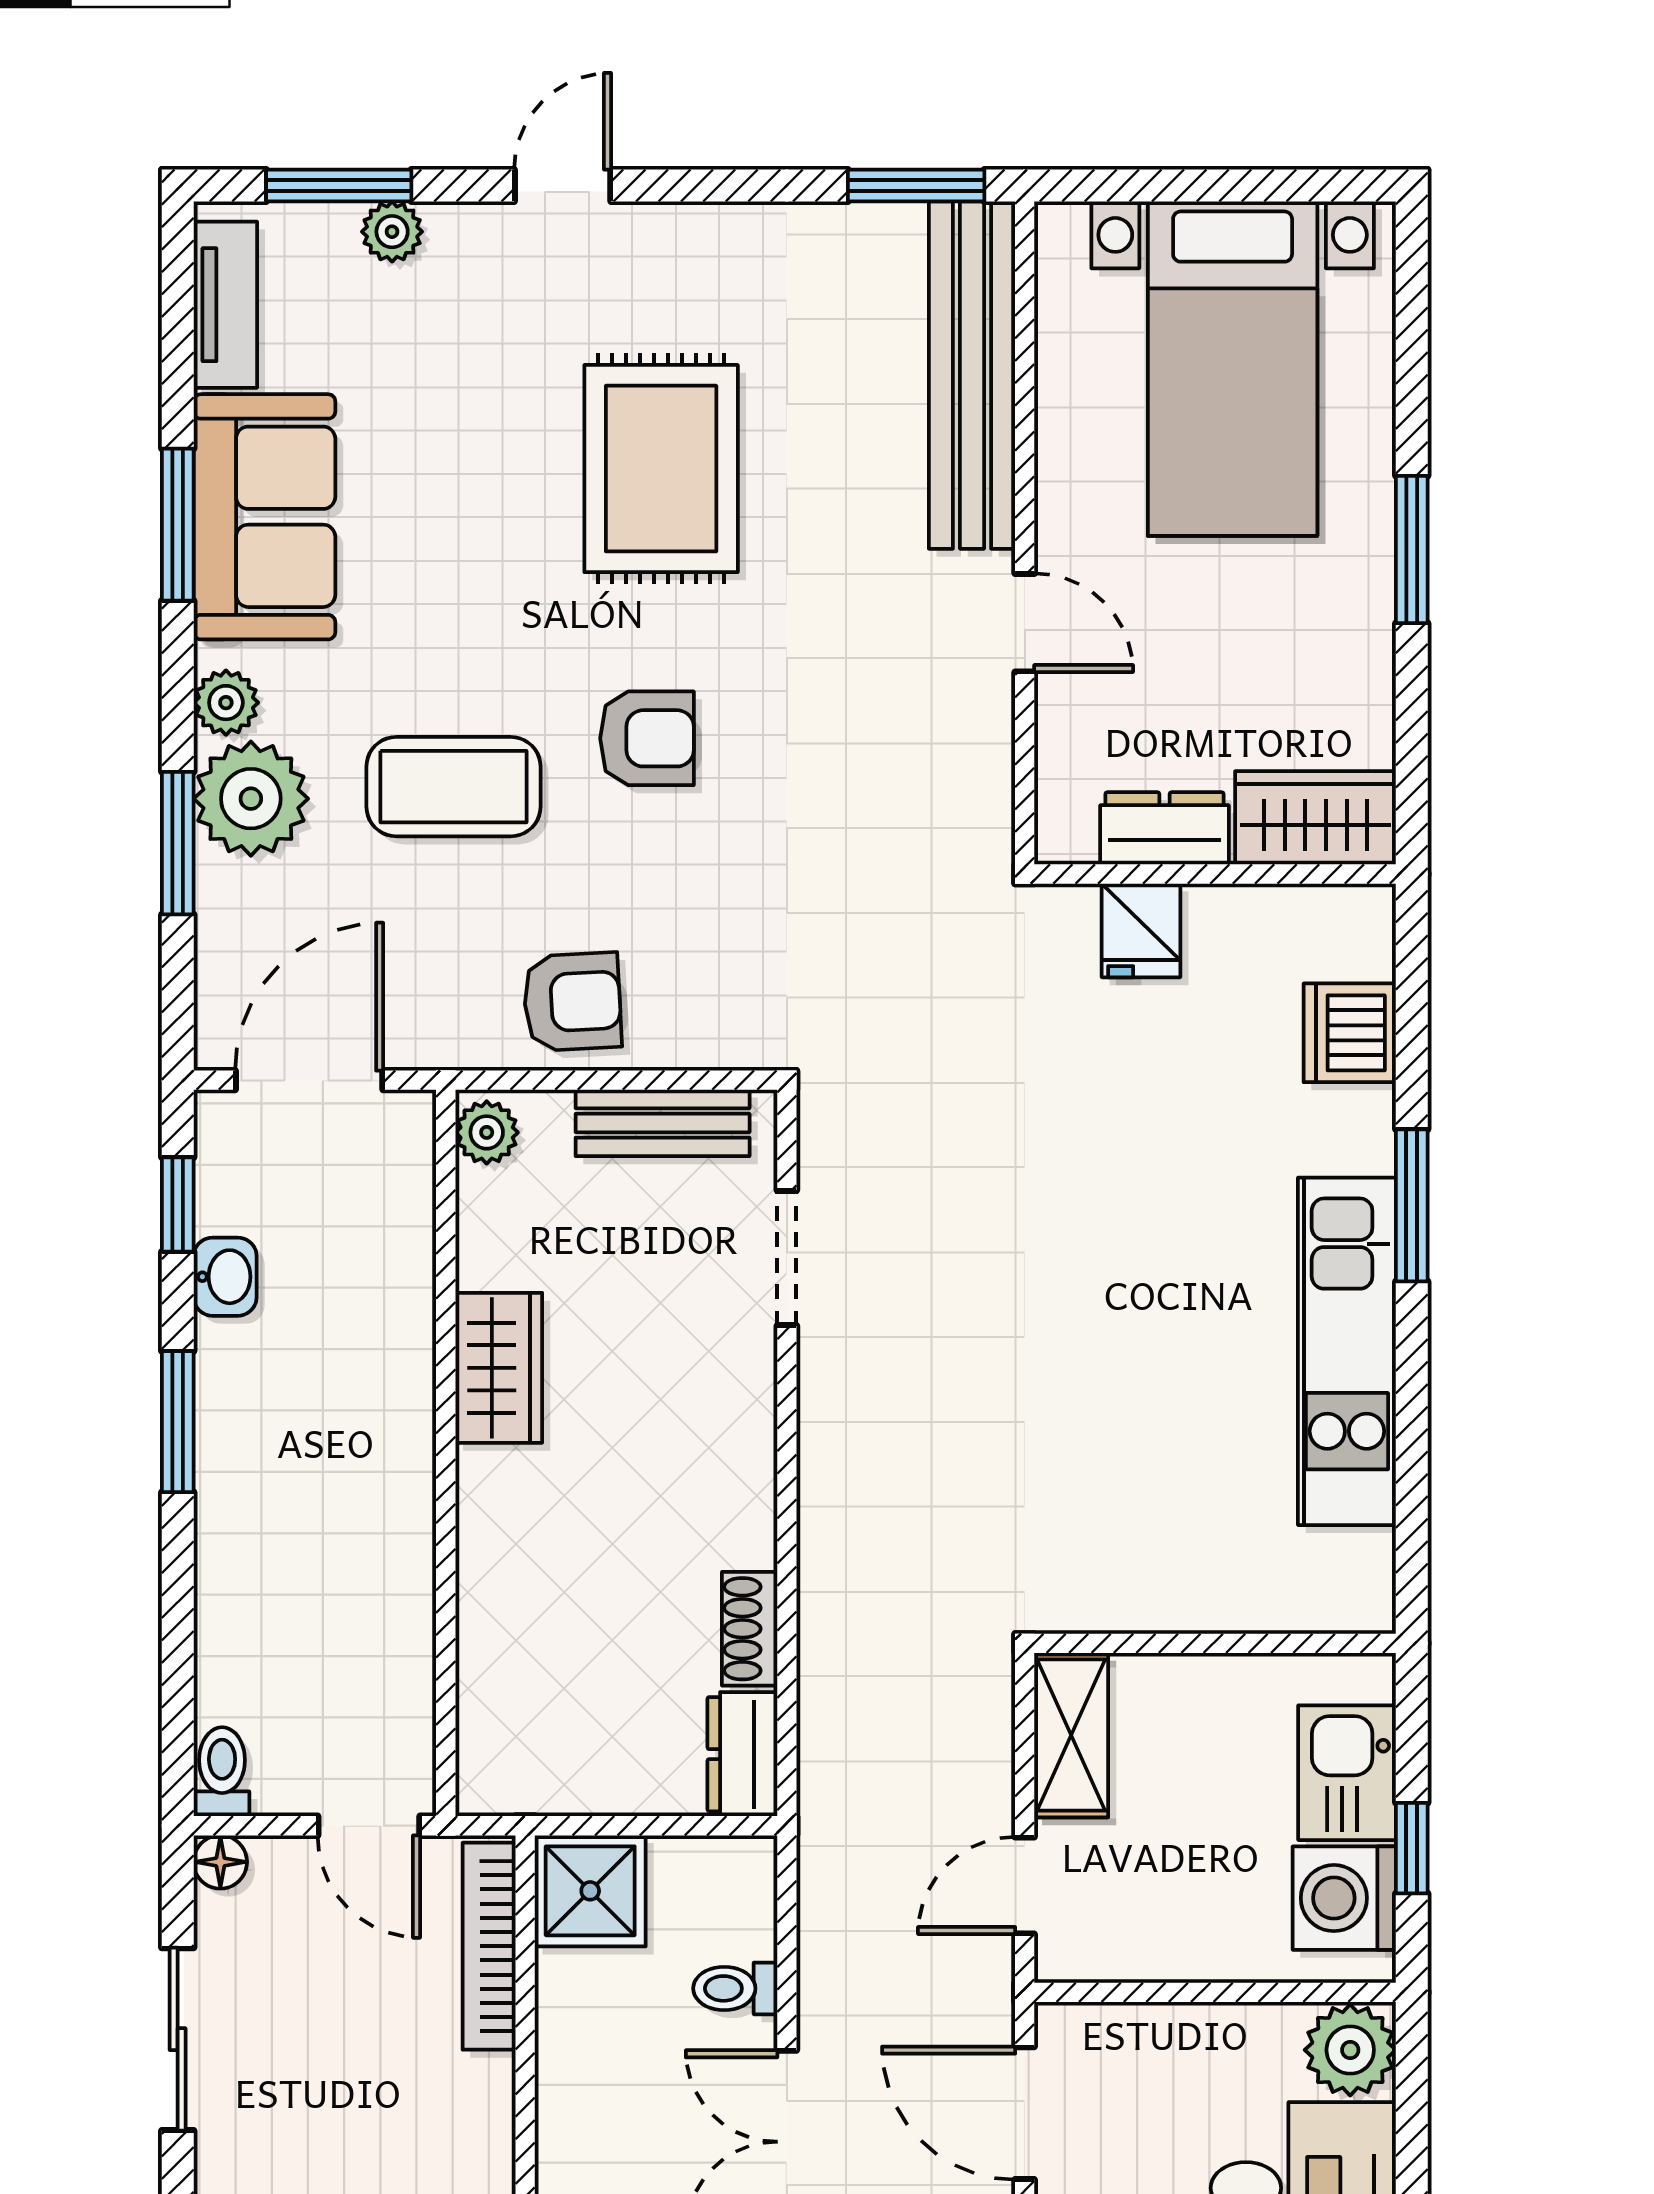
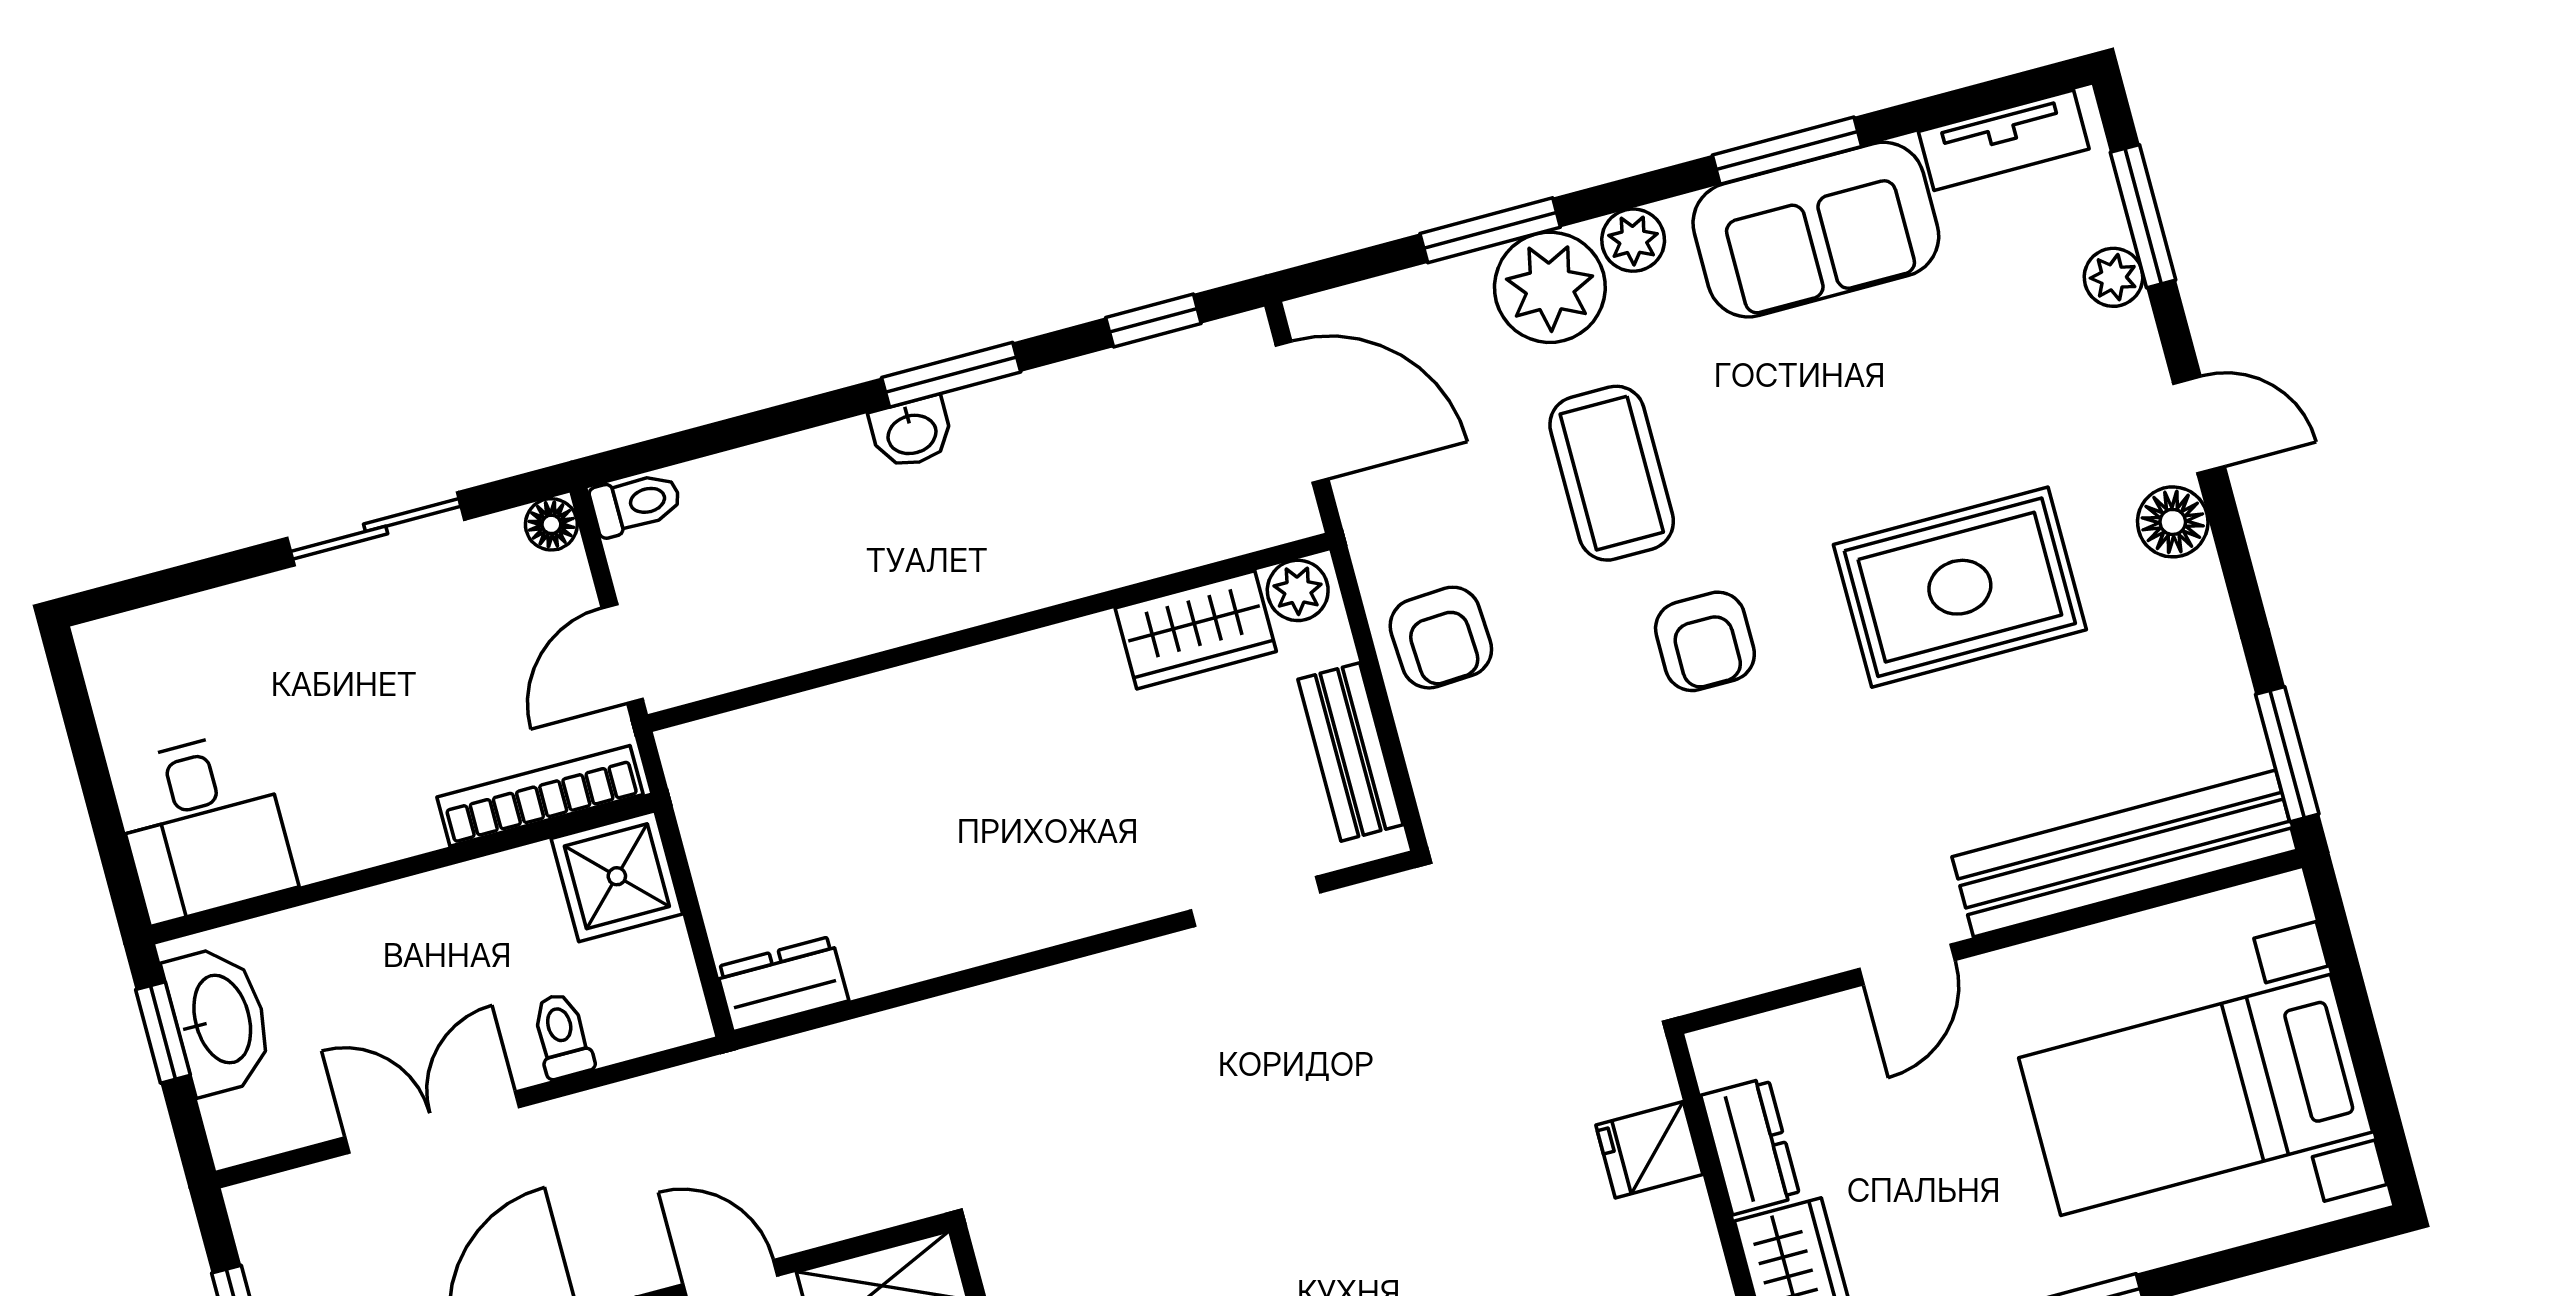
floor lamp: (653, 238) -> (2173, 522), added
washbasin: (225, 1277) -> (912, 433), moved
wardrobe: (499, 1368) -> (1196, 630), moved
shoe rack: (750, 1629) -> (901, 959), removed

